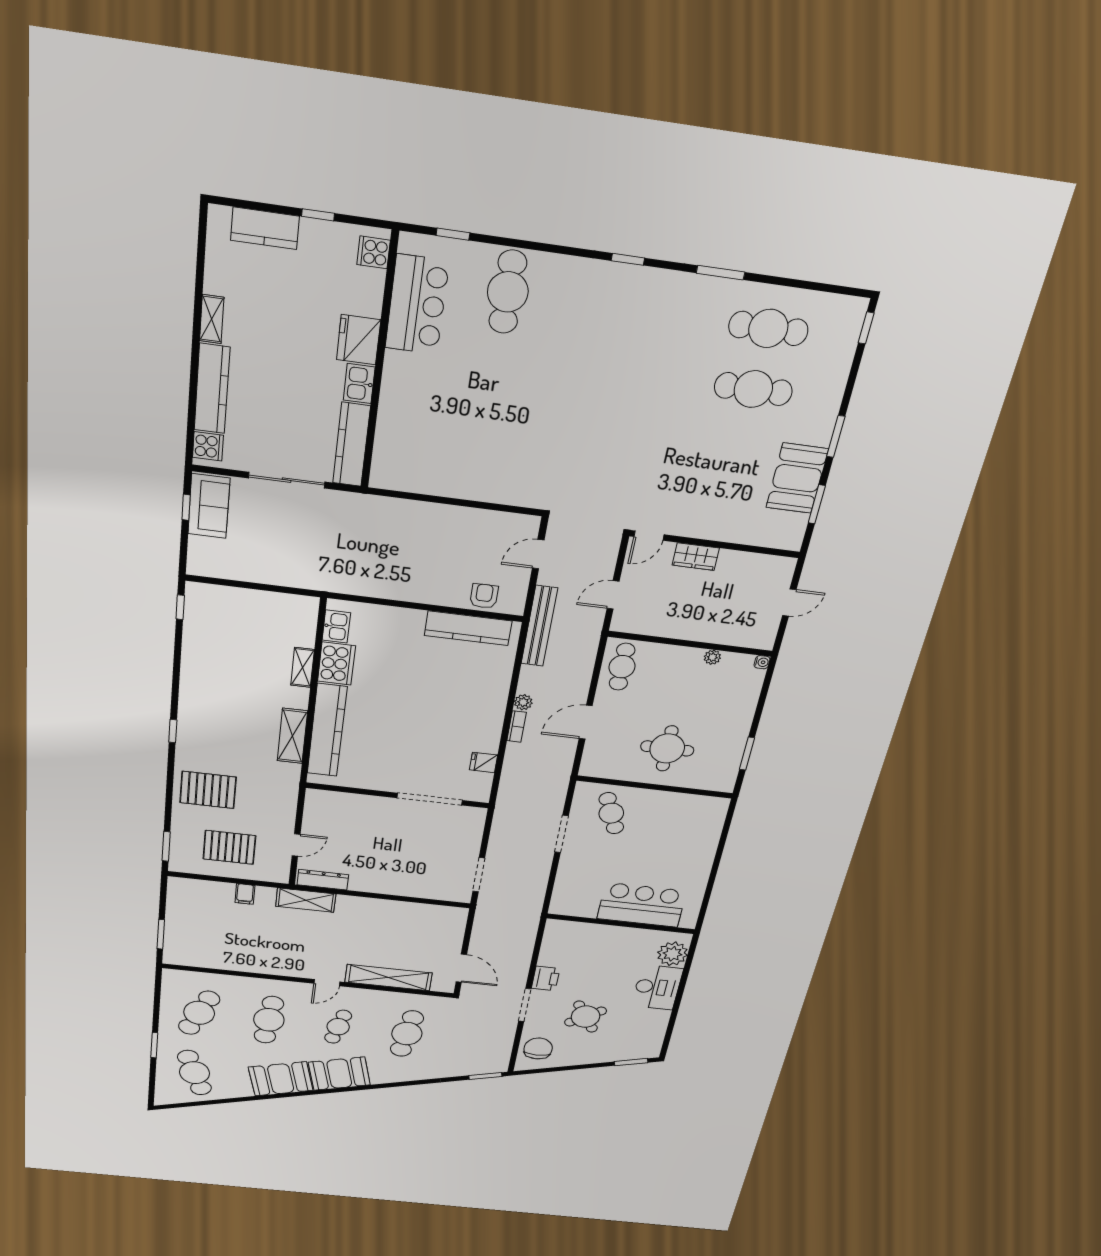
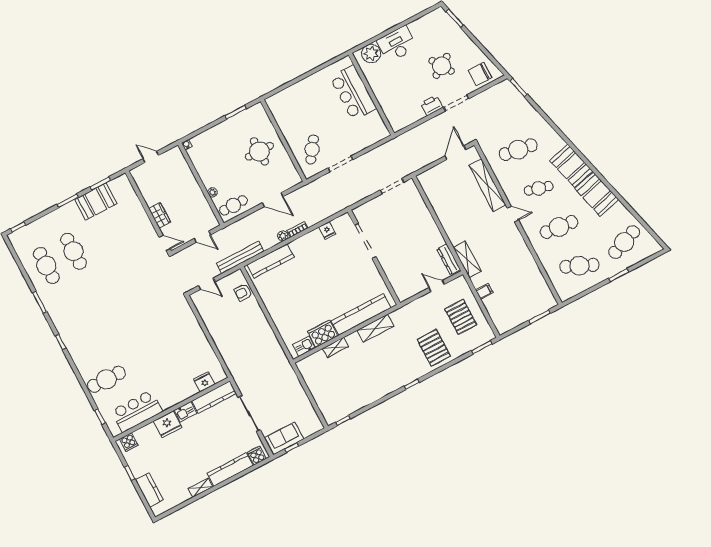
fridge: (387, 447) -> (204, 382), added
kitchen counter: (468, 628) -> (271, 261), moved, turned 90
plant: (712, 657) -> (213, 192), moved
cafe table: (611, 813) -> (312, 149), turned -32

